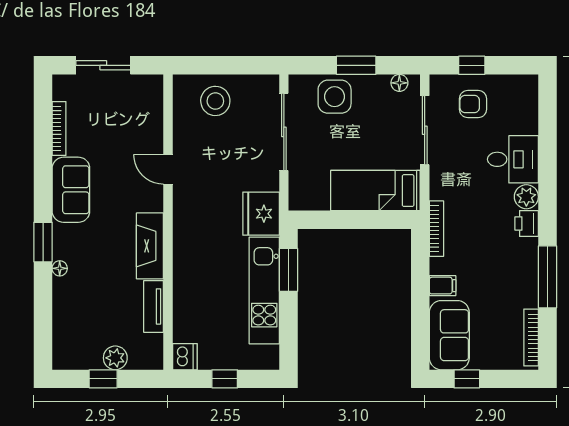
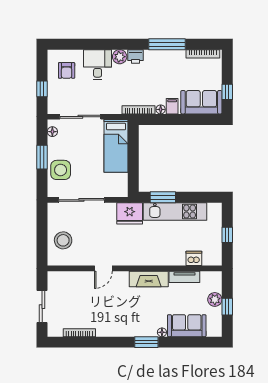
armchair: (473, 104) -> (67, 70), moved
sofa: (71, 190) -> (187, 326), moved
floor lamp: (437, 266) -> (161, 109), added
dishwasher: (185, 357) -> (194, 258), moved

